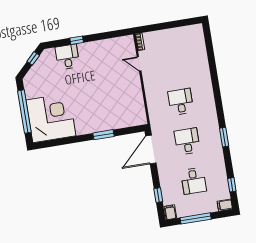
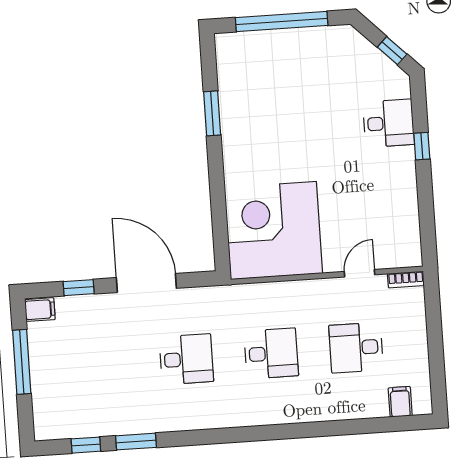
corner desk: (51, 118) -> (273, 230), moved, turned 180
window: (104, 135) -> (212, 113), moved
window: (224, 137) -> (136, 442), moved
door: (151, 150) -> (146, 283), moved
desk: (194, 181) -> (356, 348), moved
filing cabinet: (225, 205) -> (400, 402), moved

